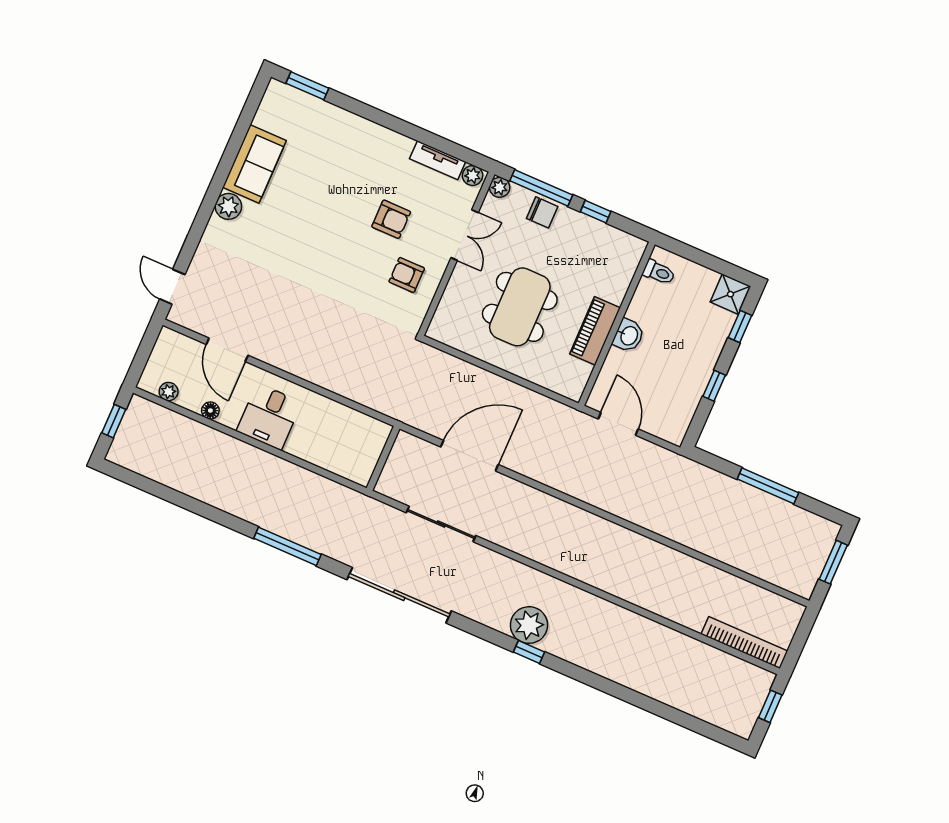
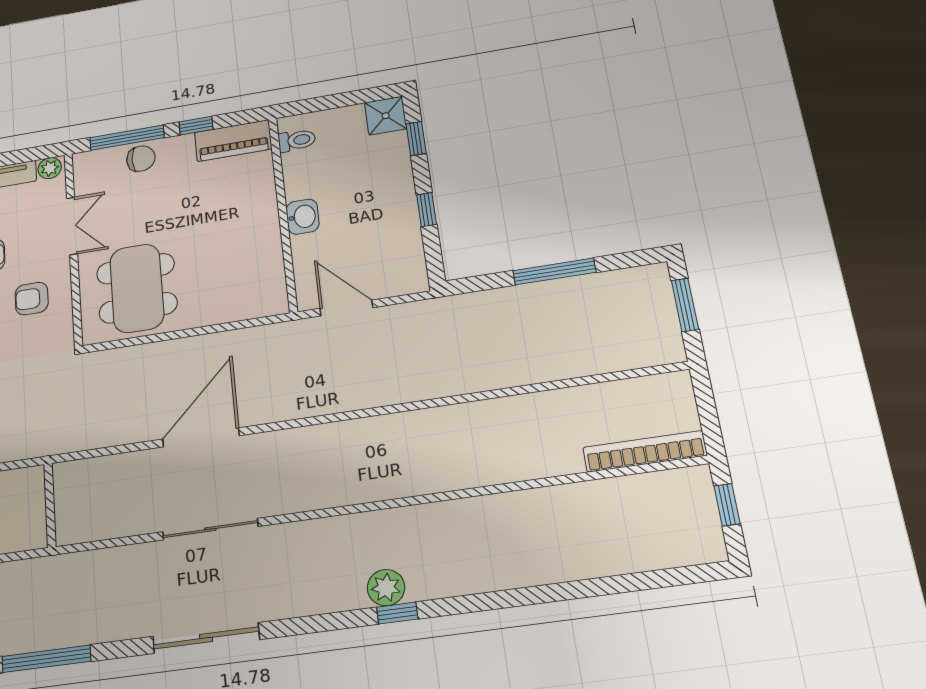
plant: (500, 187) -> (84, 162), removed
dining table: (520, 307) -> (137, 288), moved
piano: (595, 331) -> (233, 141), moved, turned -90
wall: (383, 458) -> (50, 505), moved
sliding door: (399, 595) -> (206, 638), width x0.73
plant: (529, 625) -> (386, 588), width x0.73, depth x0.73

